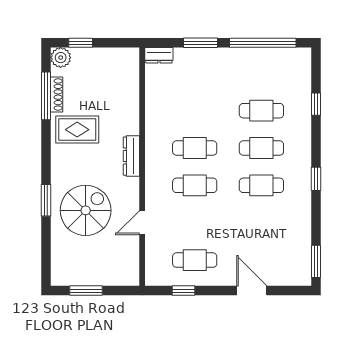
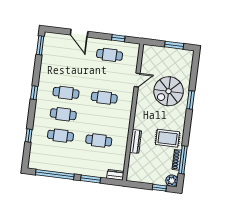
cafe table: (195, 148) -> (99, 141), moved
dresser: (131, 156) -> (136, 141), moved

